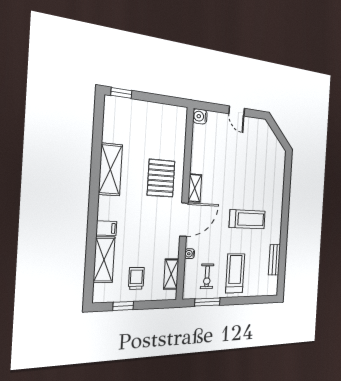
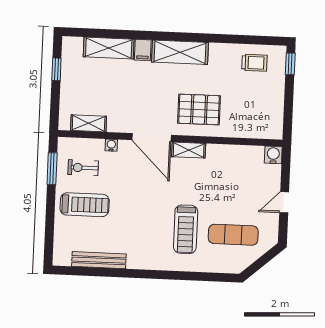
exercise mat: (259, 154) -> (233, 235), added
shelving: (110, 169) -> (180, 52), moved
treadmill: (247, 219) -> (186, 229), moved
bench: (274, 260) -> (99, 260), width x1.36
trolley: (136, 278) -> (254, 63), moved

